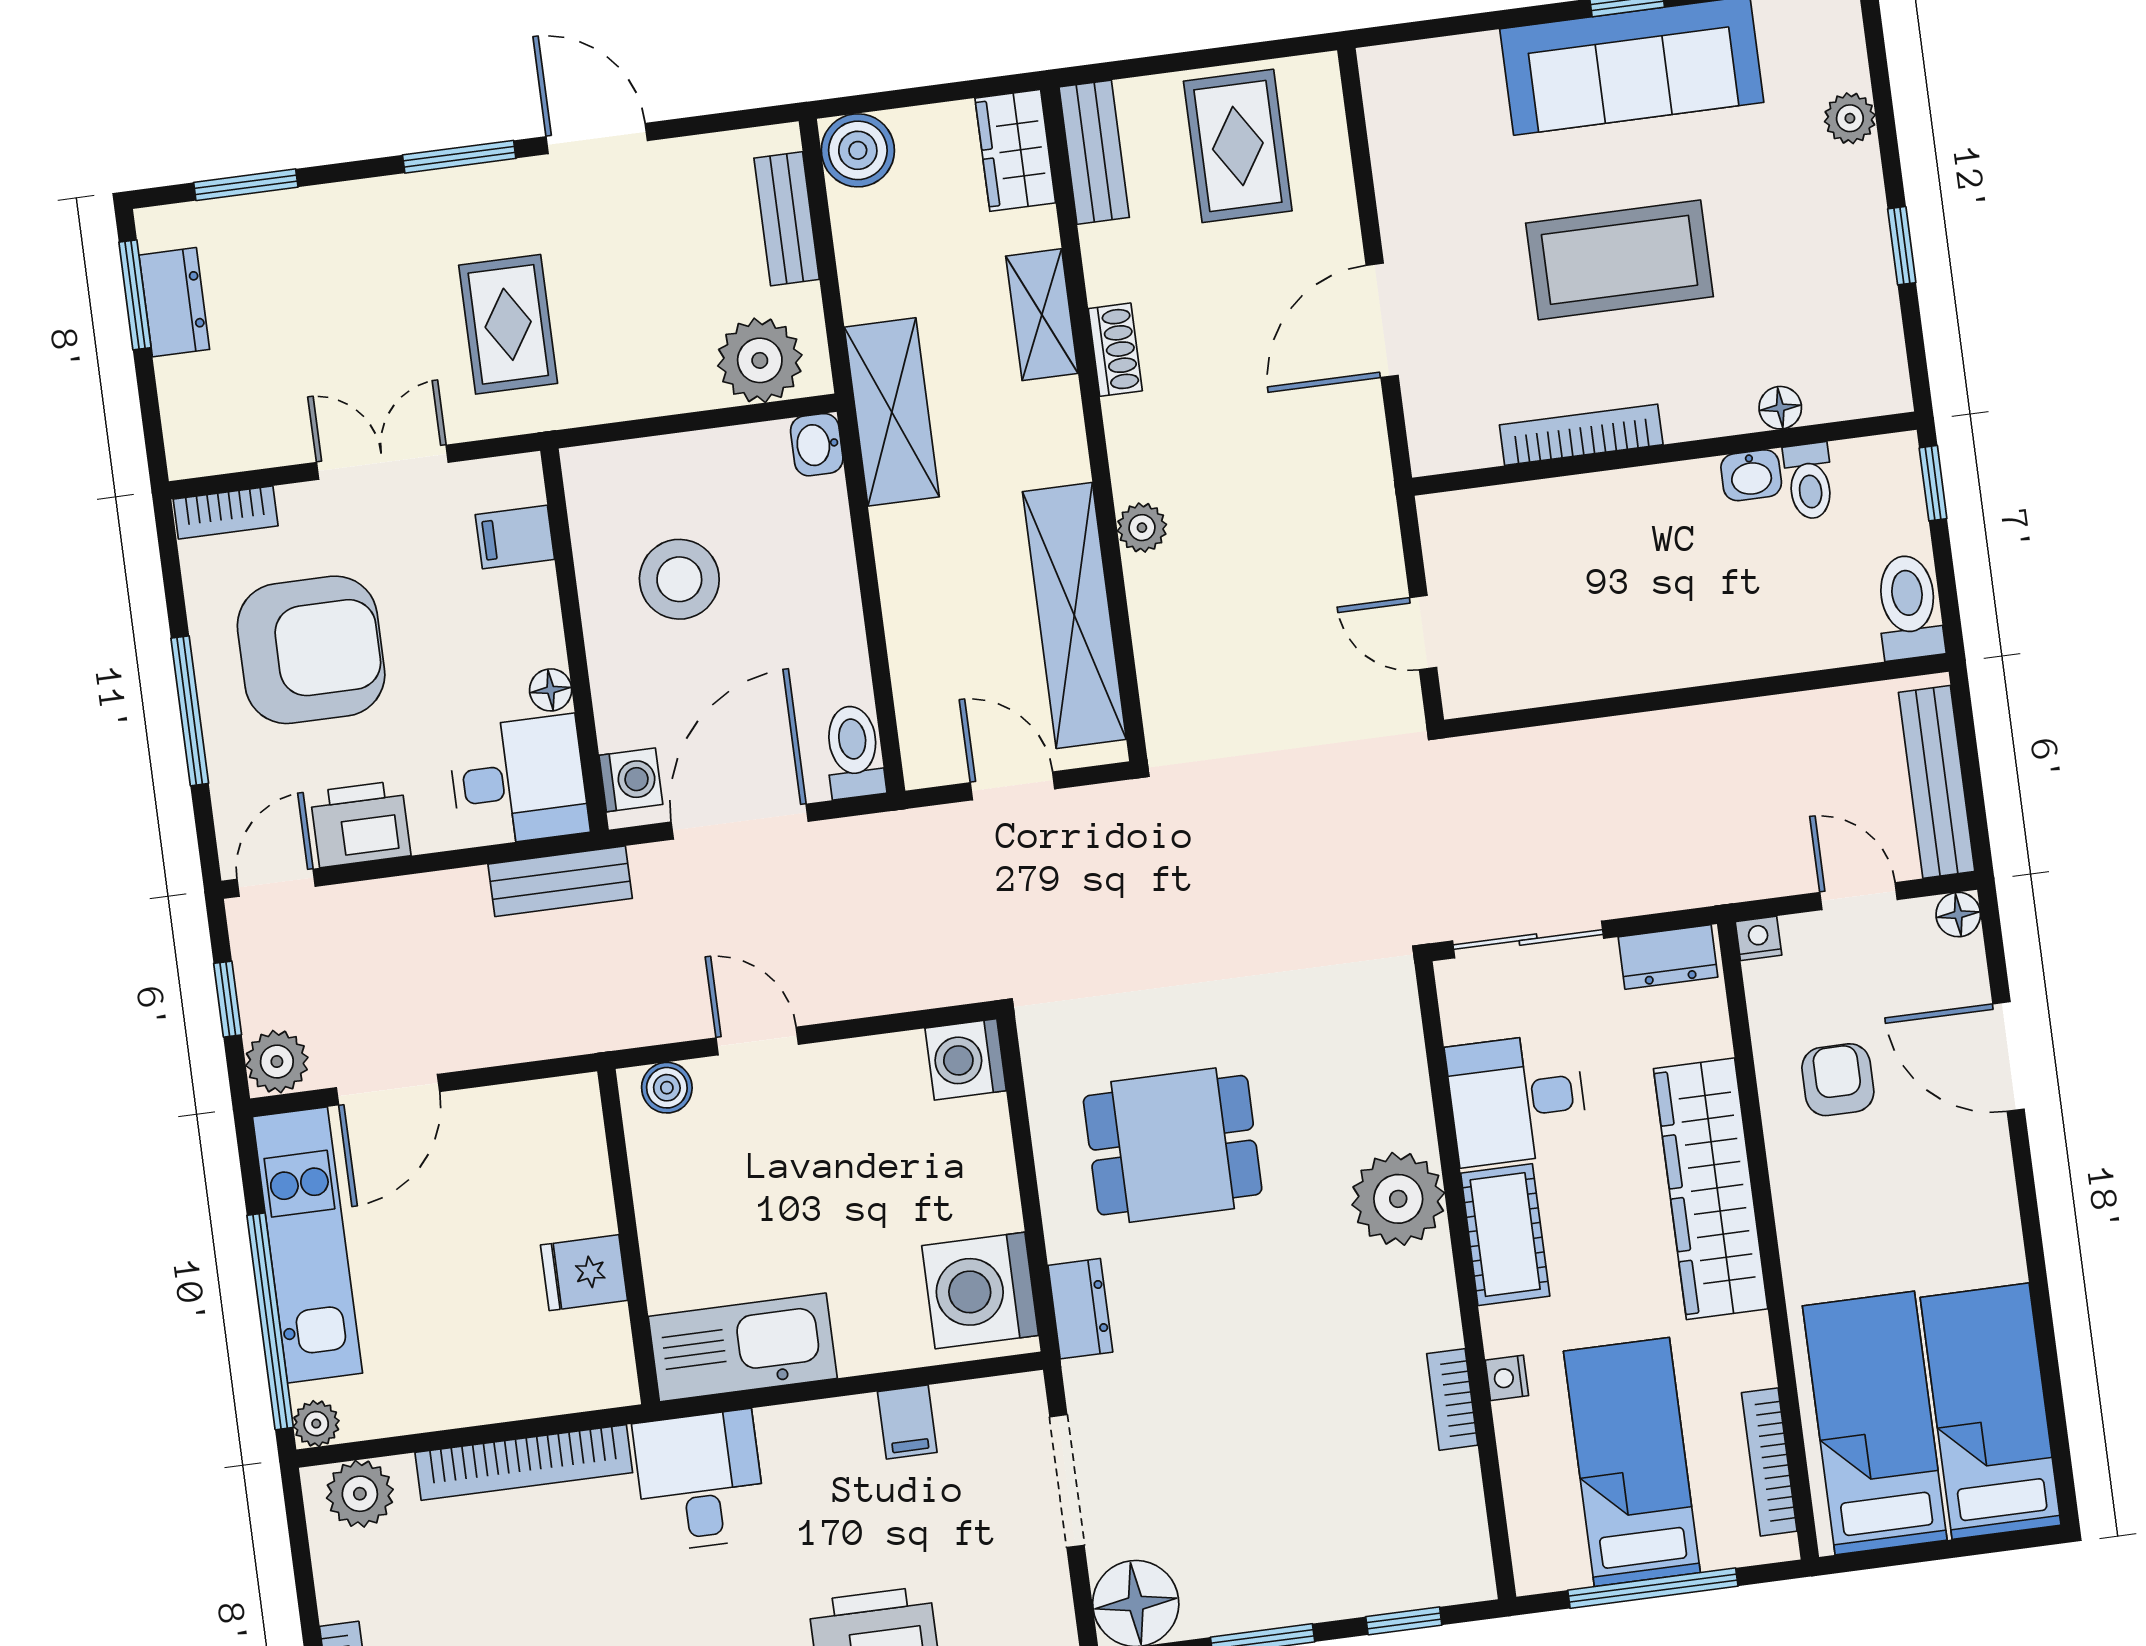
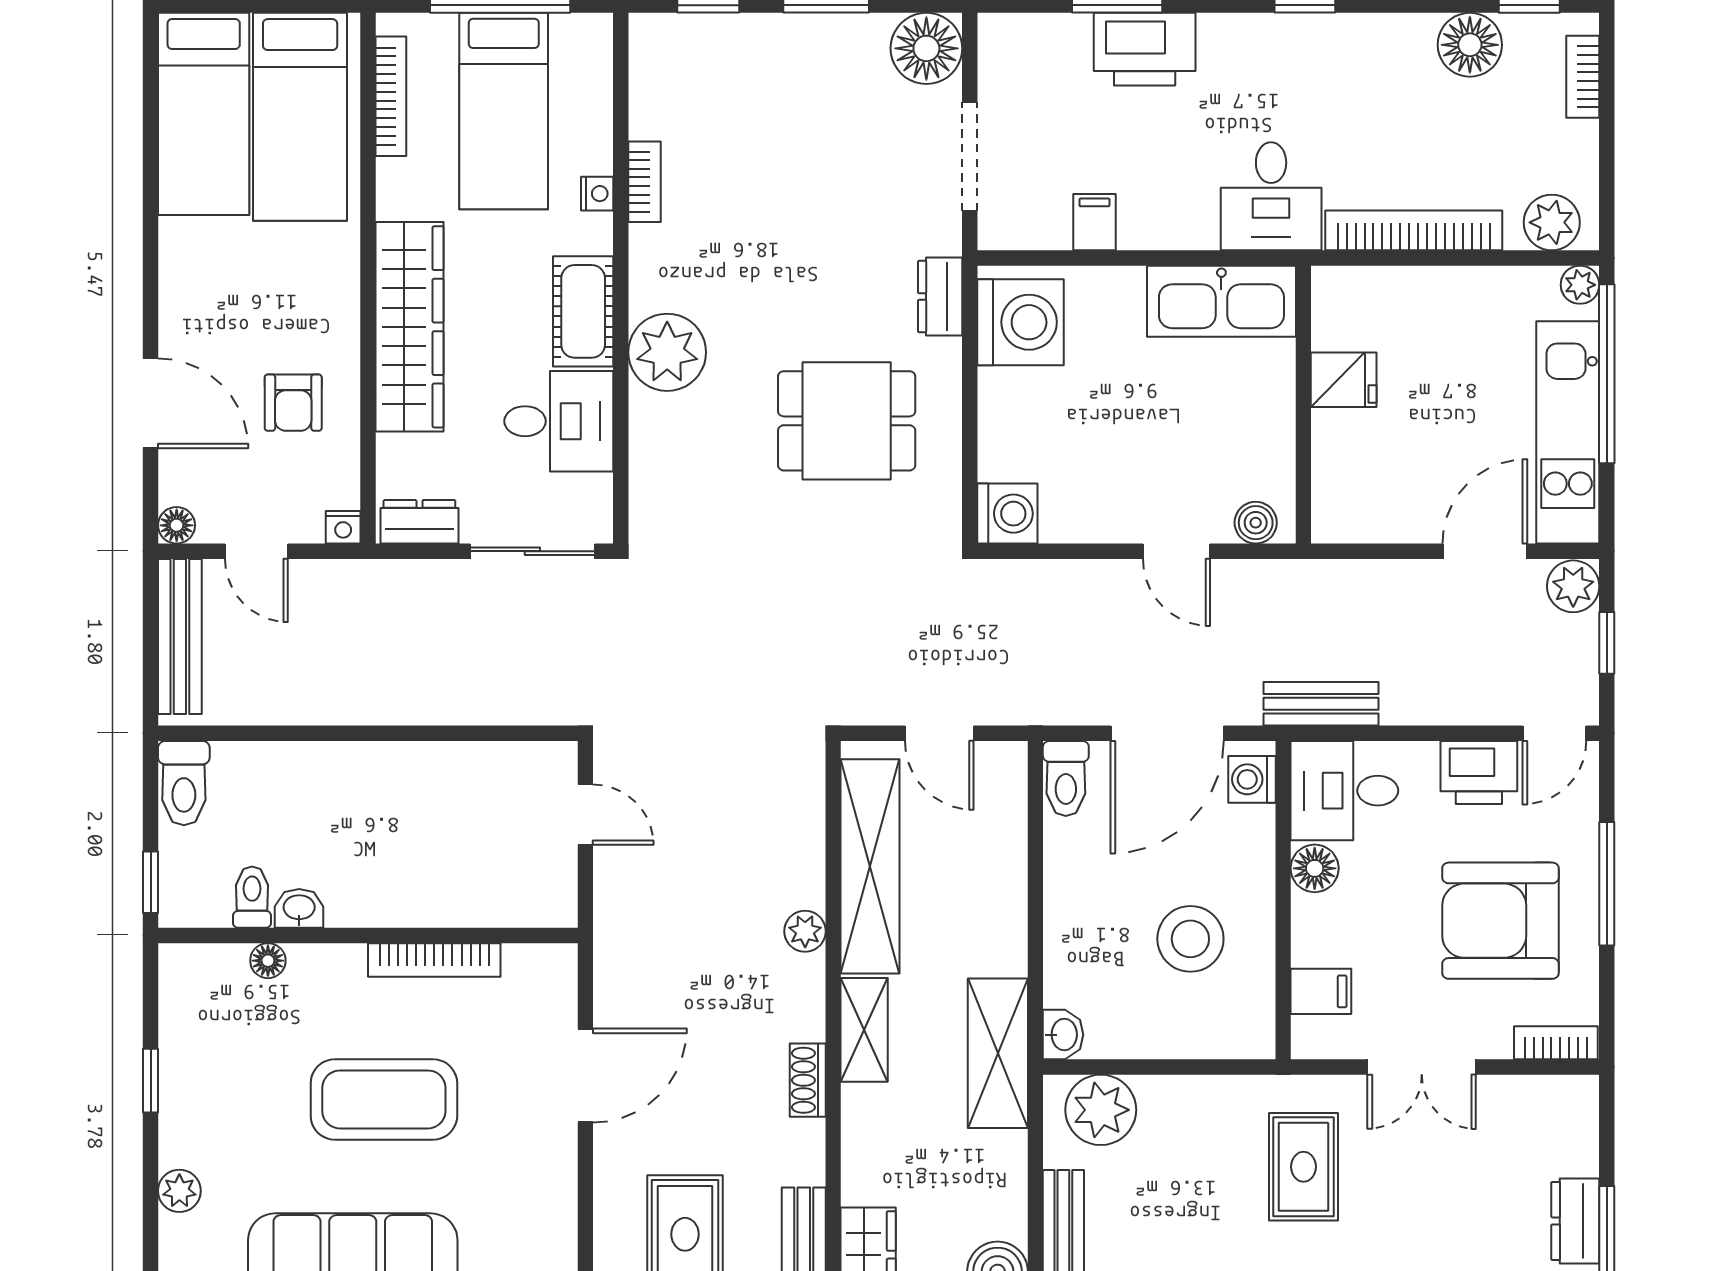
shelving: (1042, 315) -> (864, 1030), moved
floor lamp: (551, 690) -> (1315, 868), width x1.37, depth x1.37

